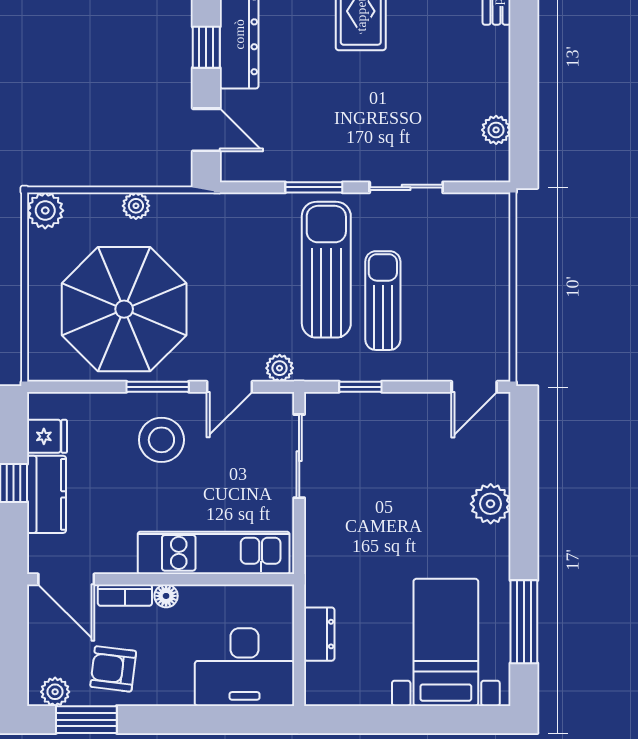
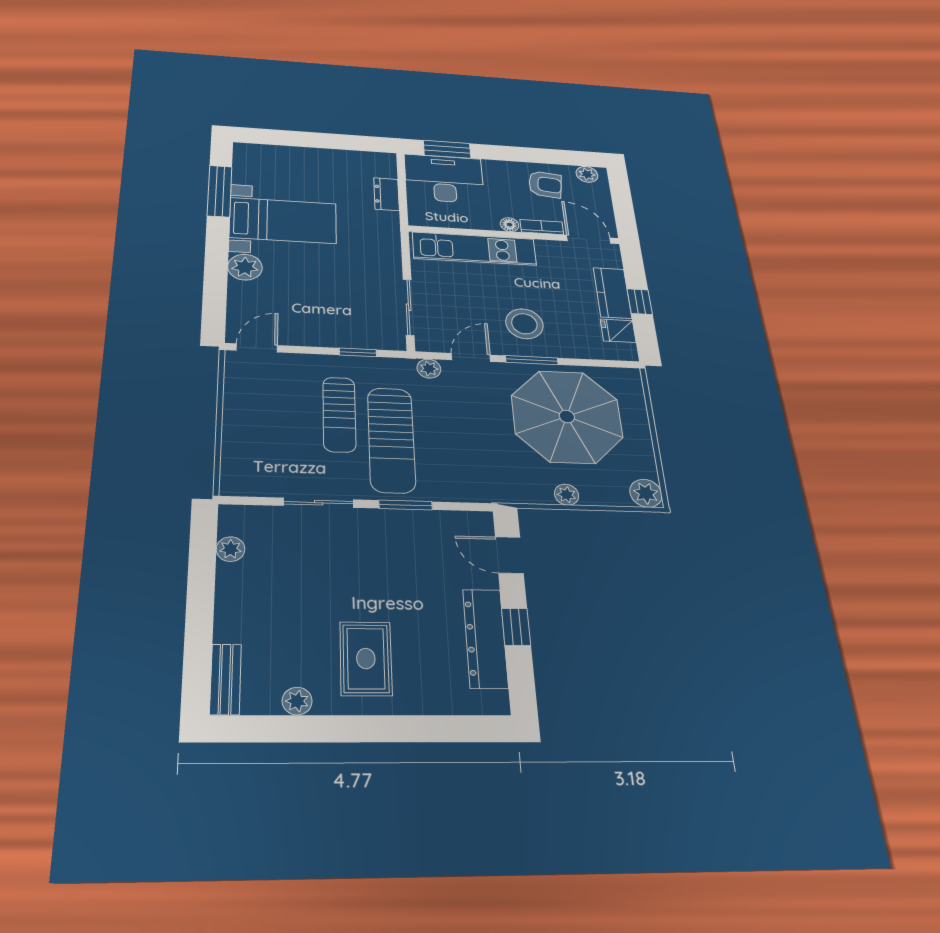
bed with nightstands: (446, 642) -> (283, 221), moved, turned -90
window: (86, 720) -> (447, 149), moved

